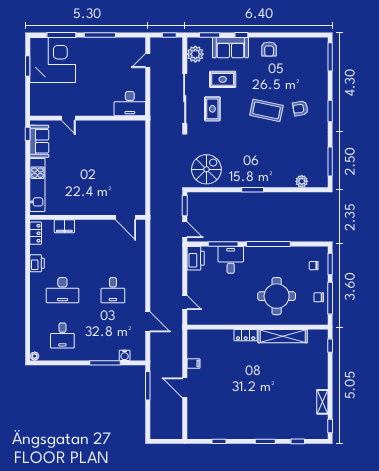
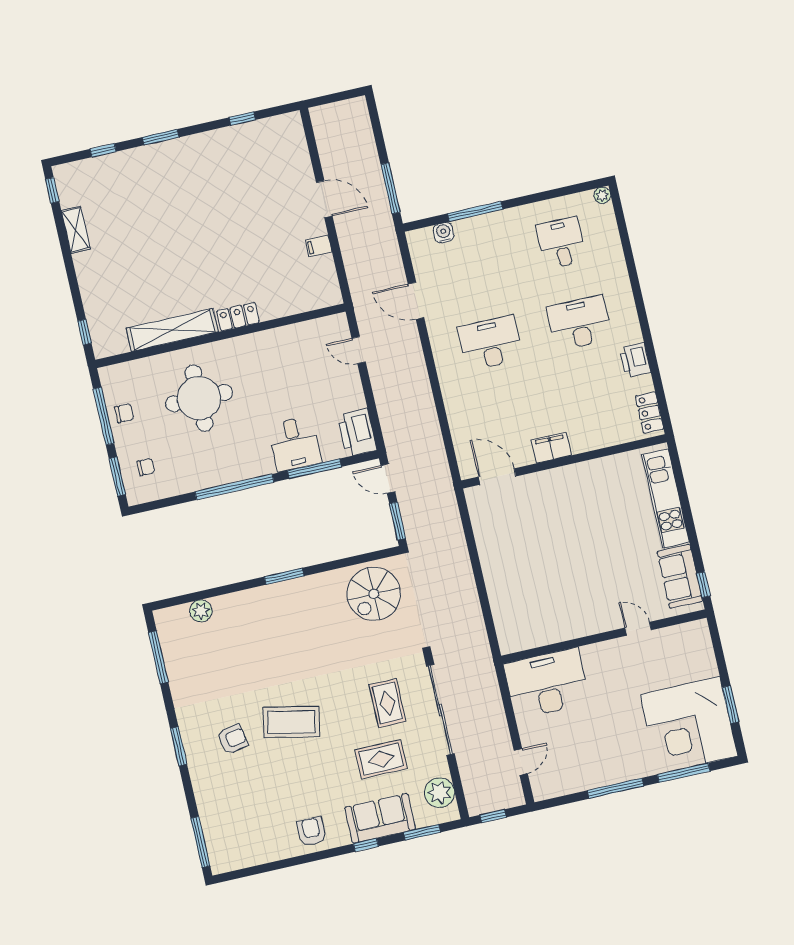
desk: (130, 104) -> (547, 683), width x1.36, depth x1.30
filing cabinet: (64, 226) -> (551, 448), moved
desk: (113, 290) -> (490, 343), width x1.37

